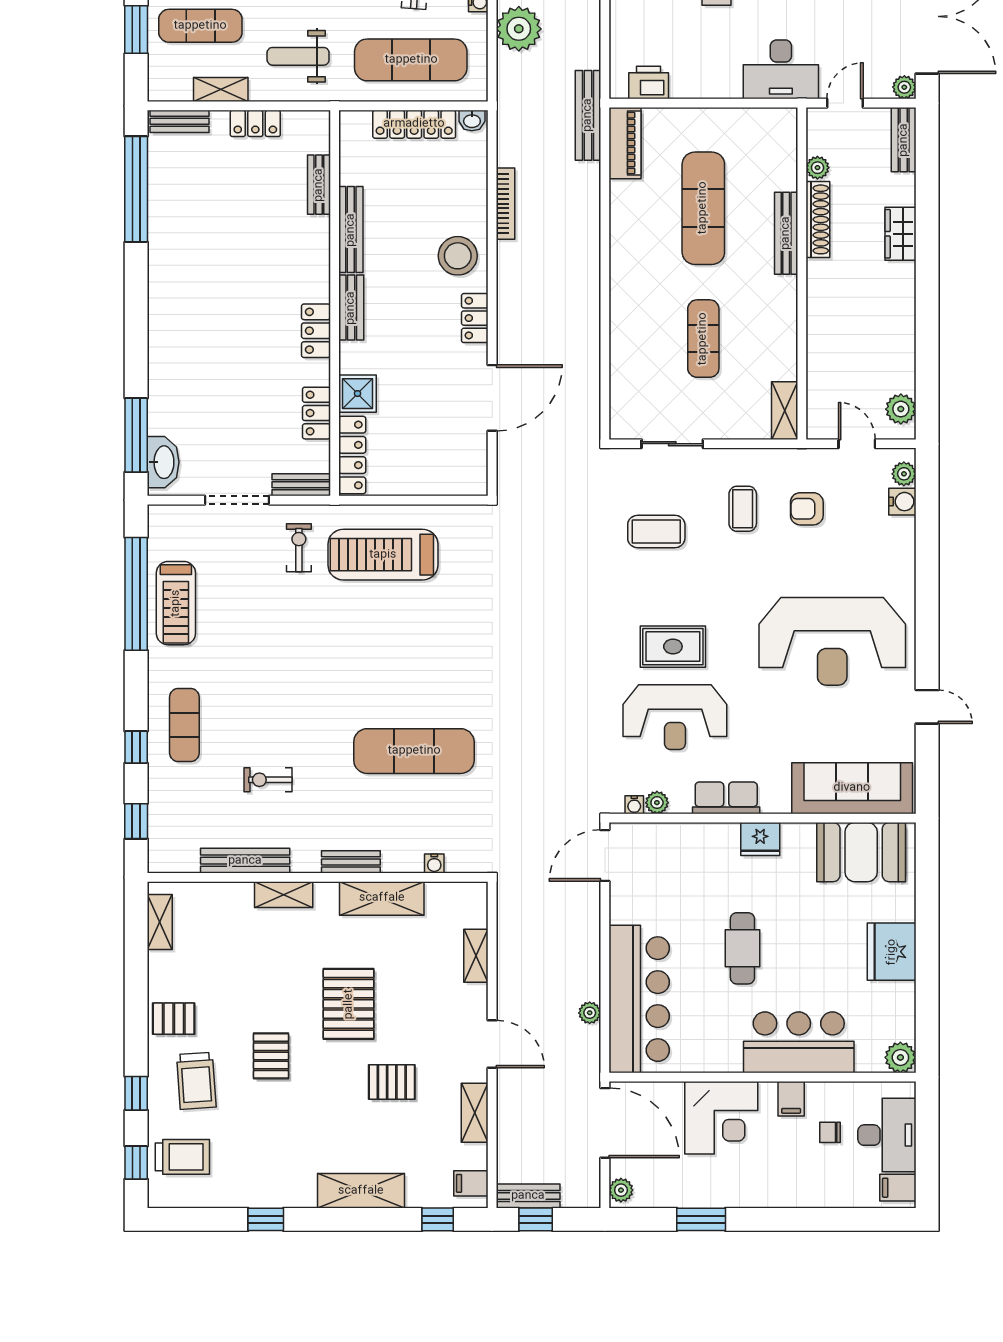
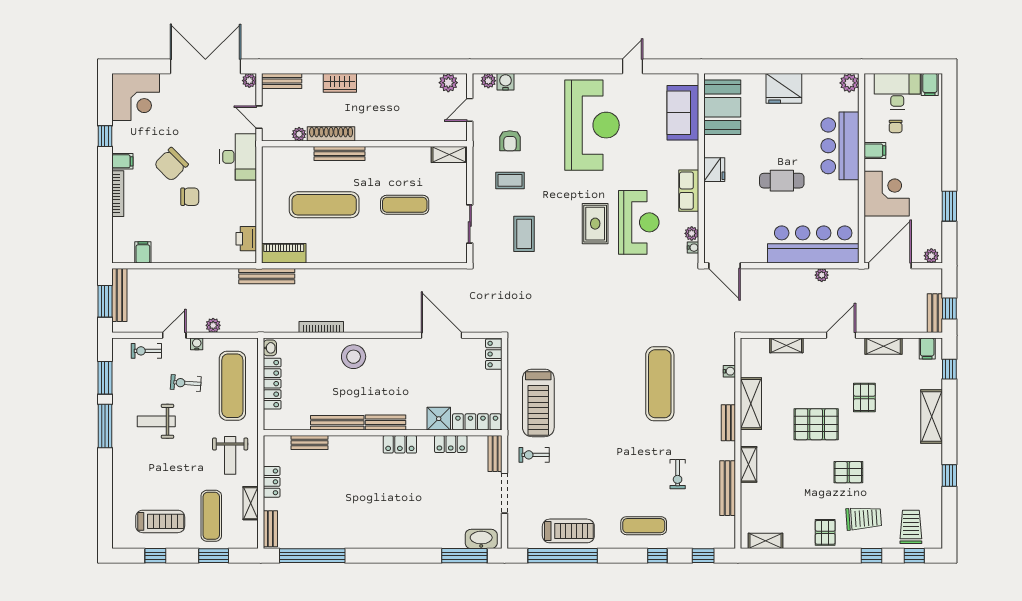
plant: (519, 29) -> (213, 325), width x0.53, depth x0.53
locker: (475, 318) -> (494, 354), moved, turned 90
sofa: (852, 788) -> (683, 113), width x0.73

